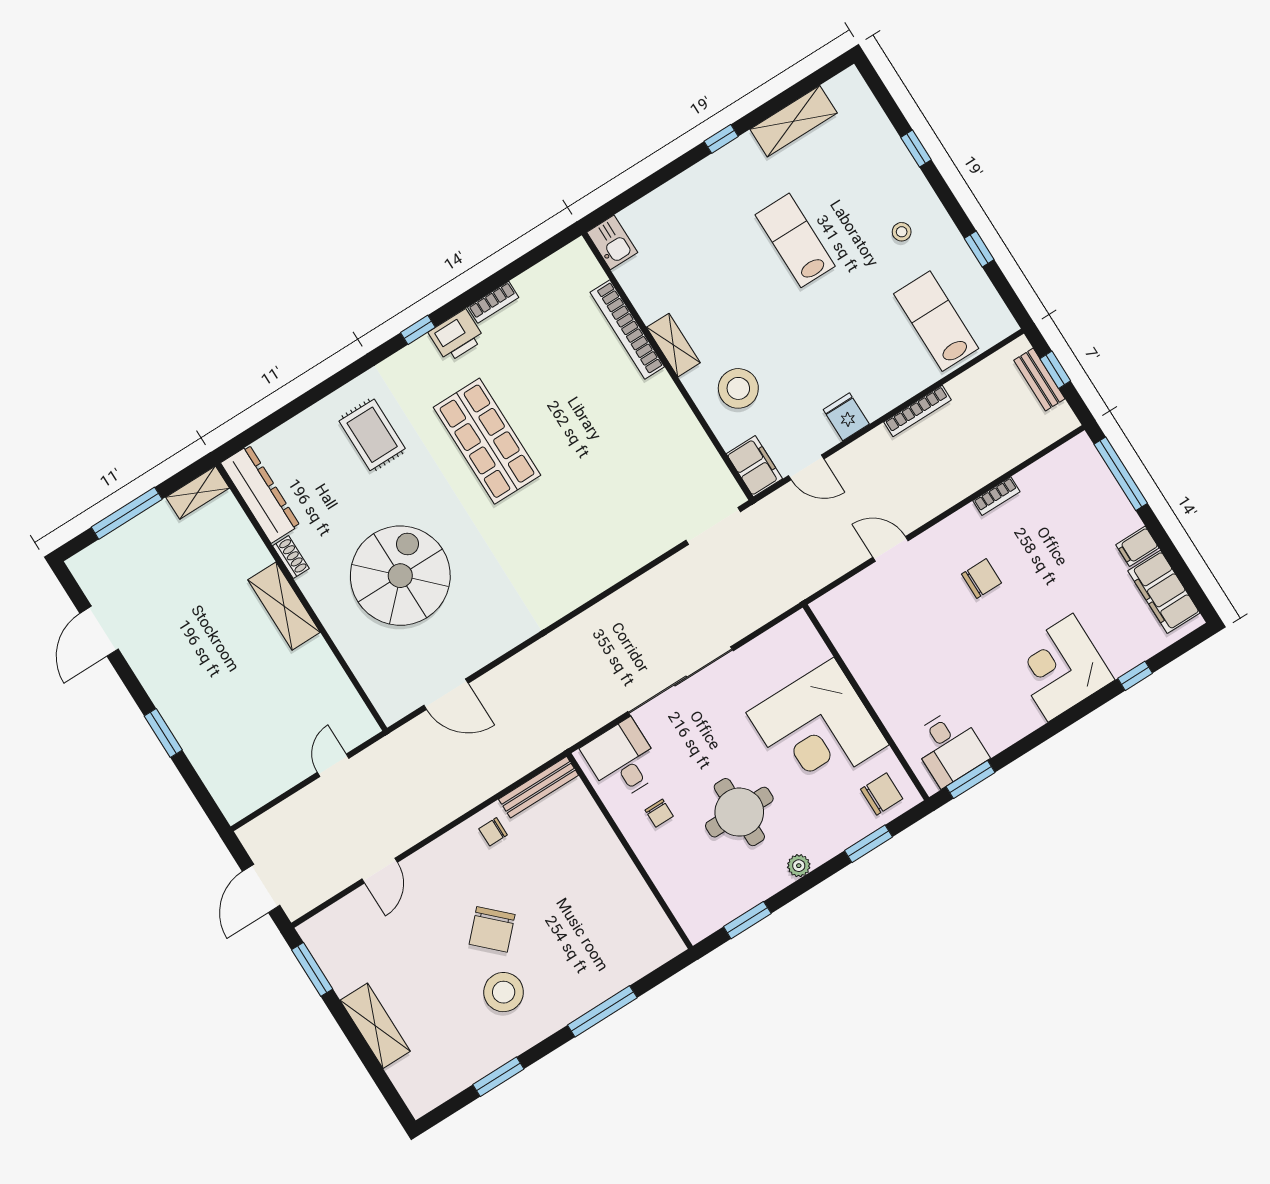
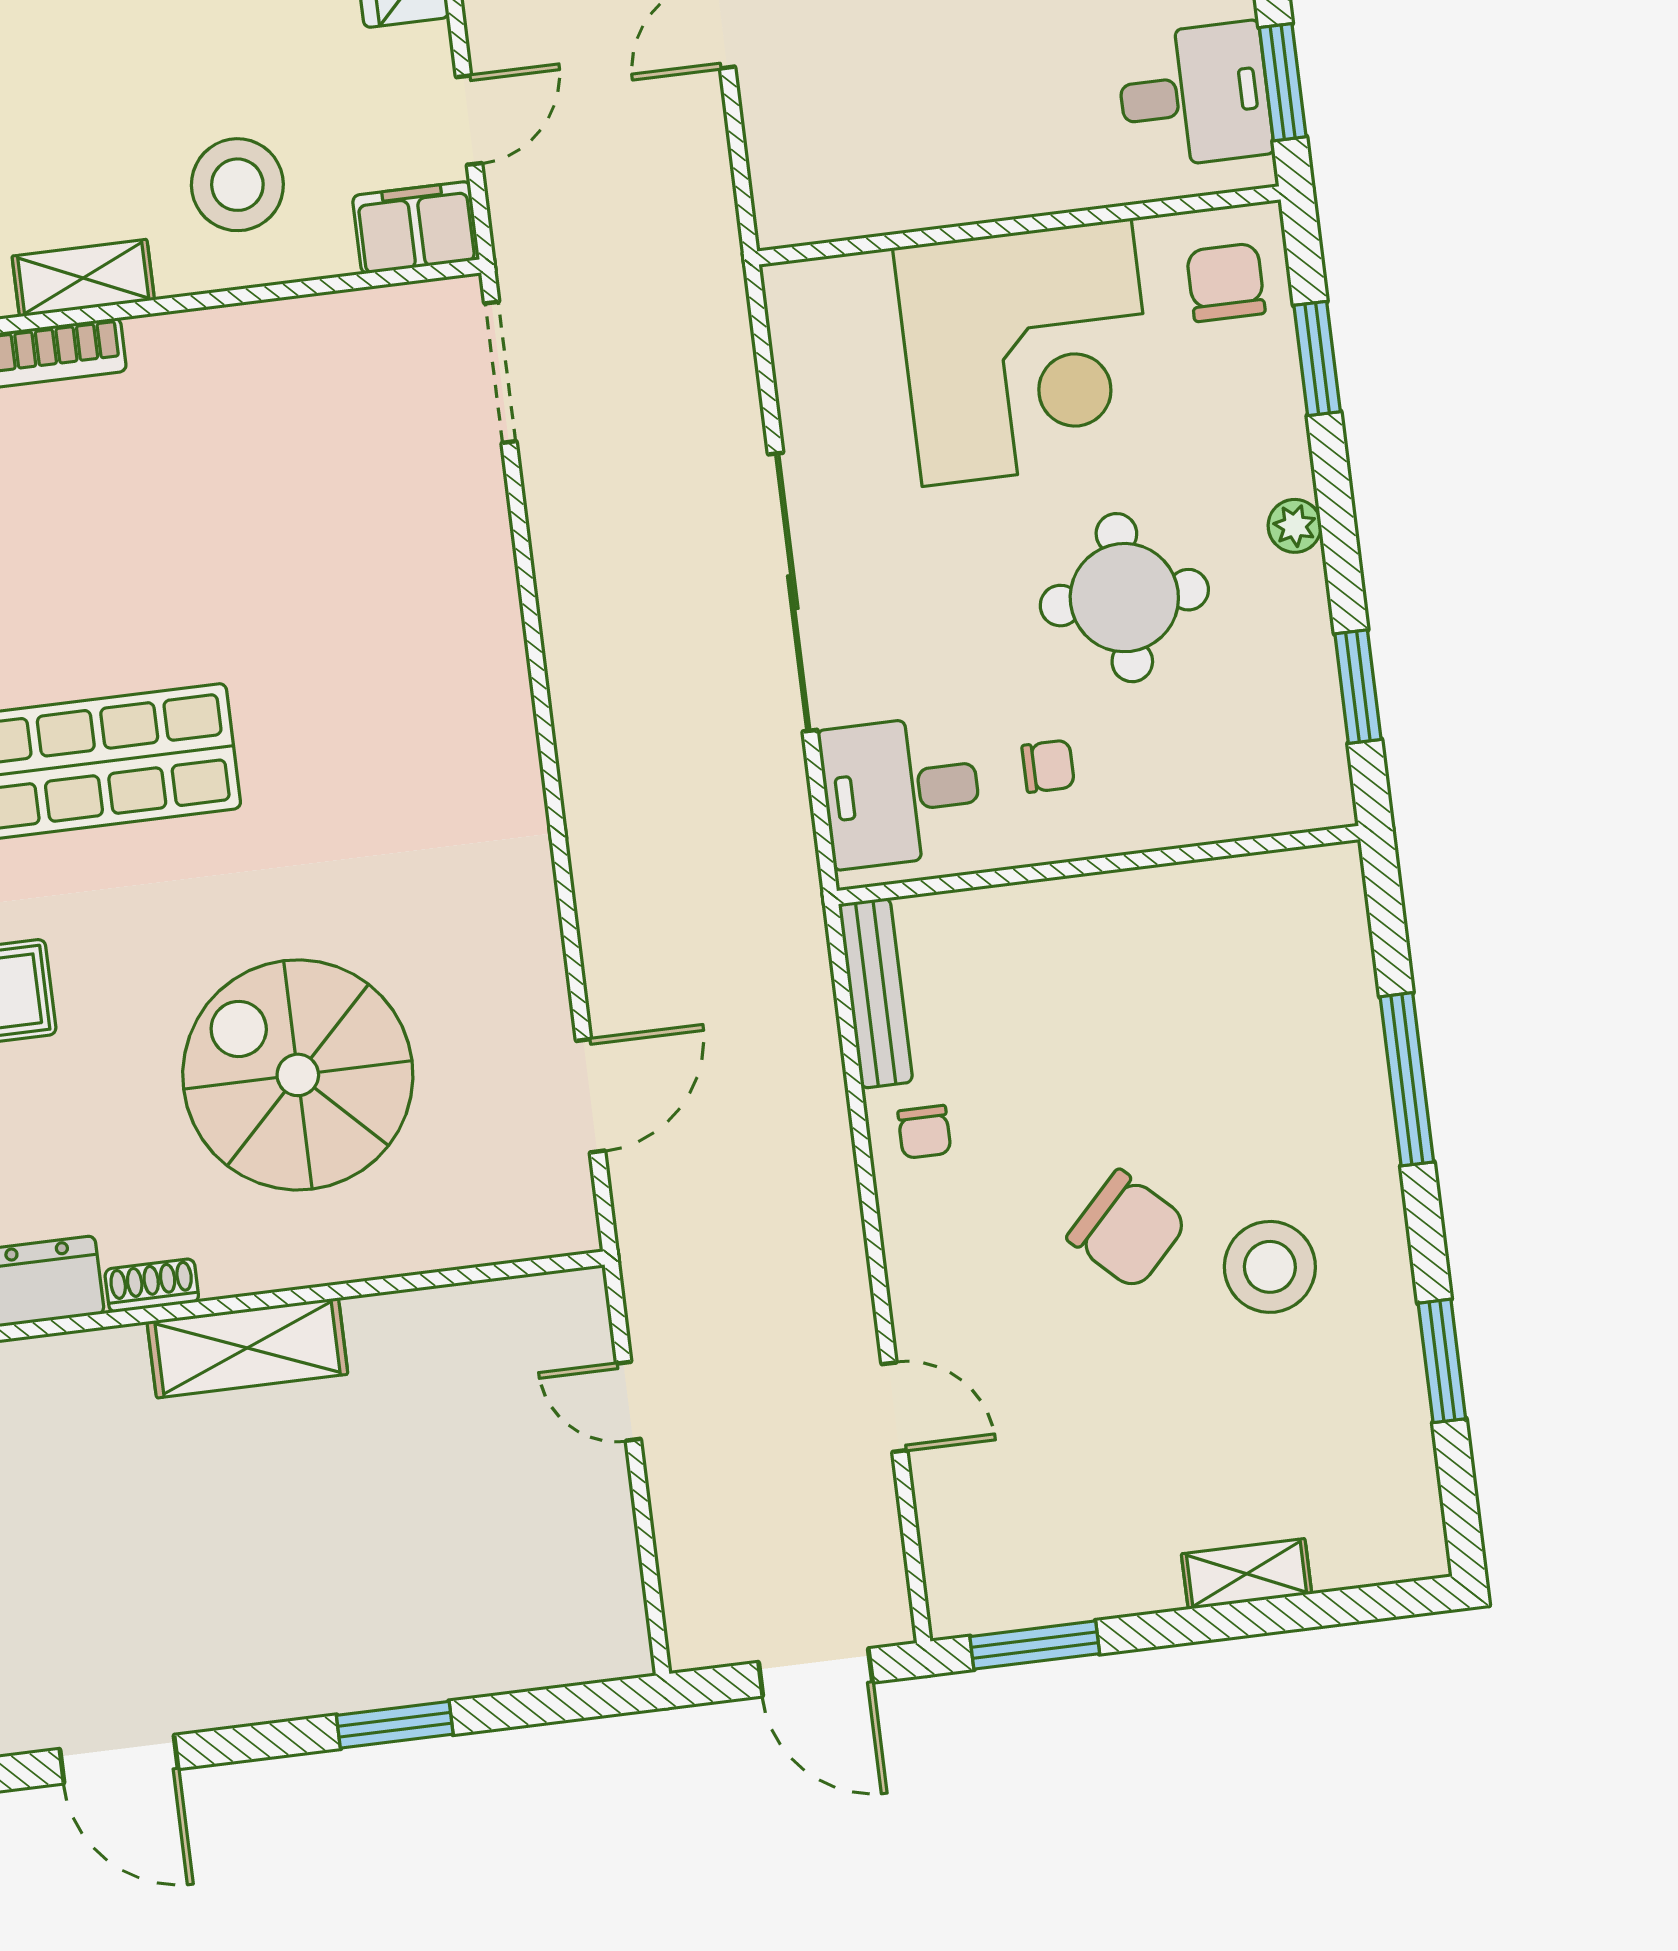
shelving: (375, 1026) -> (1247, 1574), width x0.67, depth x0.75

